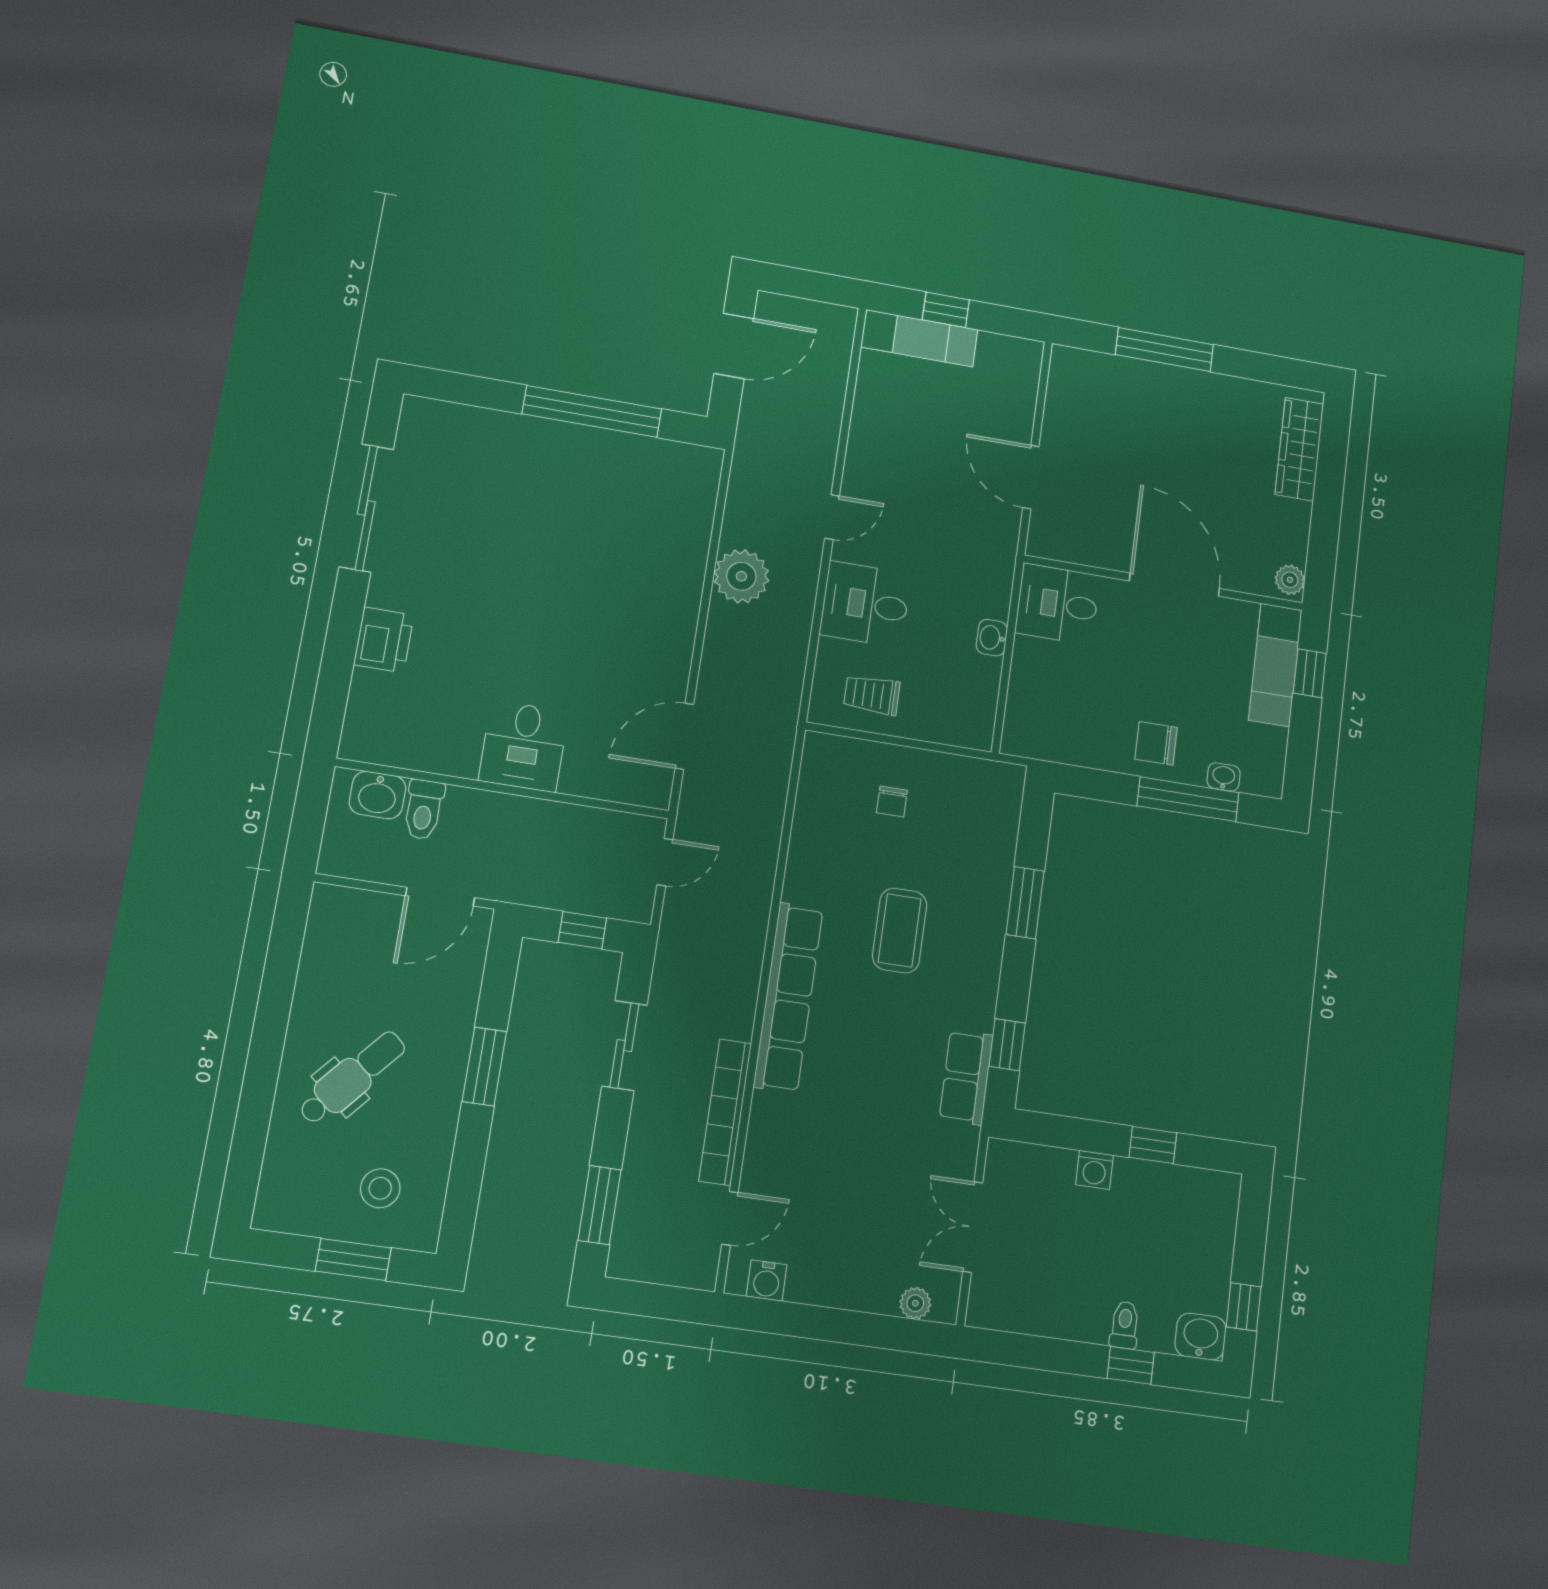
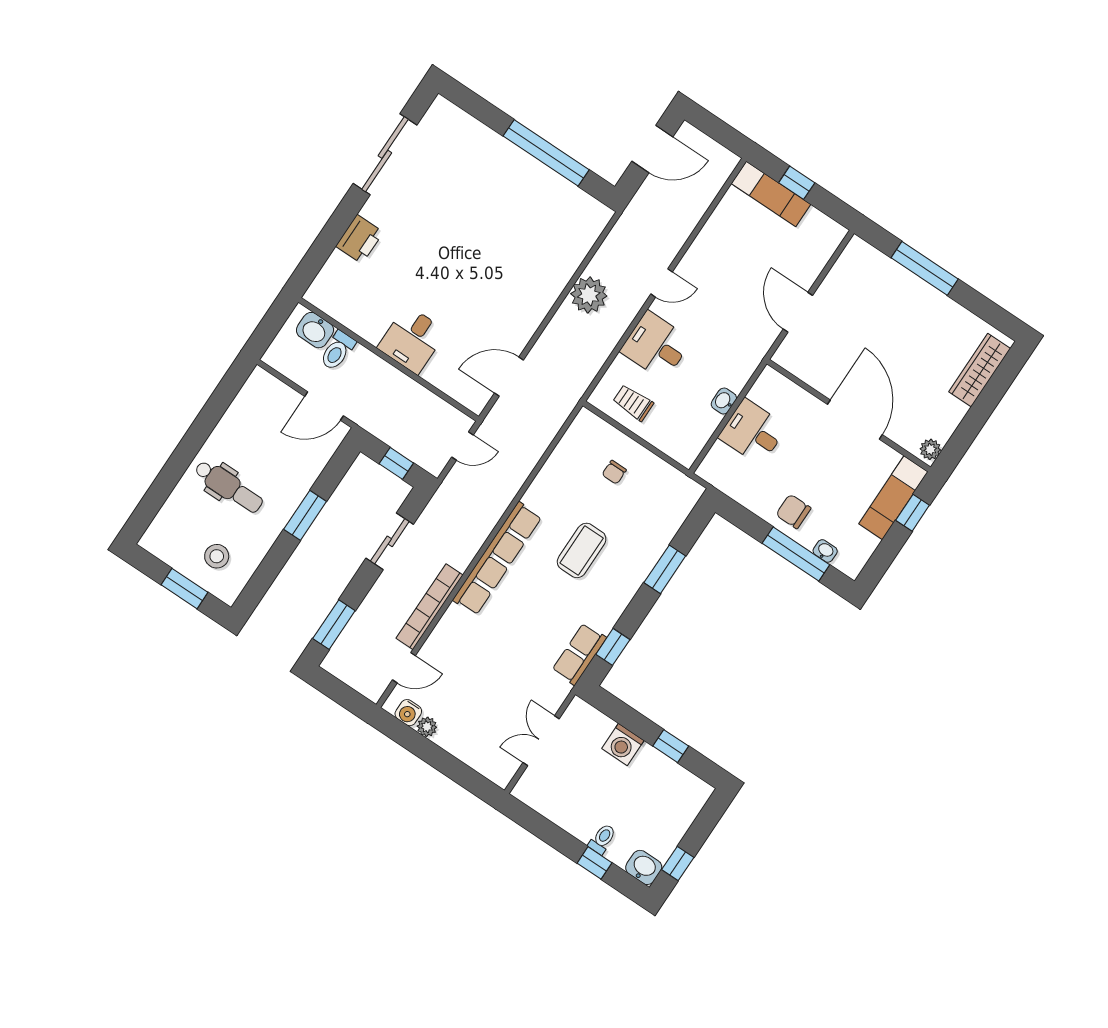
desk: (1057, 604) -> (753, 432), moved
dental chair: (352, 1078) -> (229, 487), turned 49
washing machine: (1094, 1170) -> (623, 745), width x1.38, depth x1.38
plant: (915, 1303) -> (427, 727), moved

